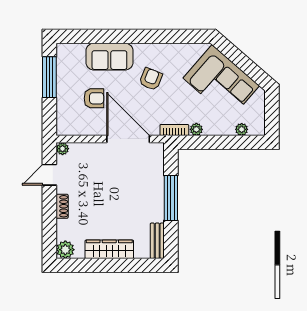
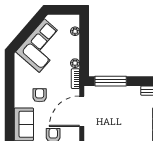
armchair: (151, 79) -> (40, 95), turned 68
window: (171, 198) -> (111, 81), moved

